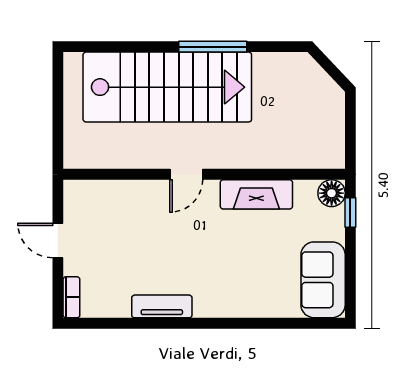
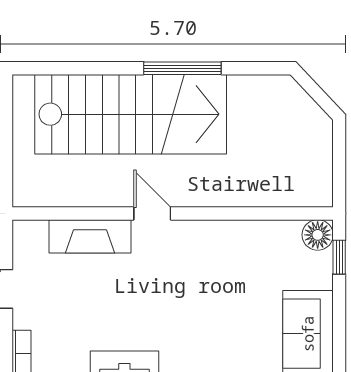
door: (186, 174) -> (152, 213), swing flipped
fireplace: (256, 194) -> (90, 236), moved

